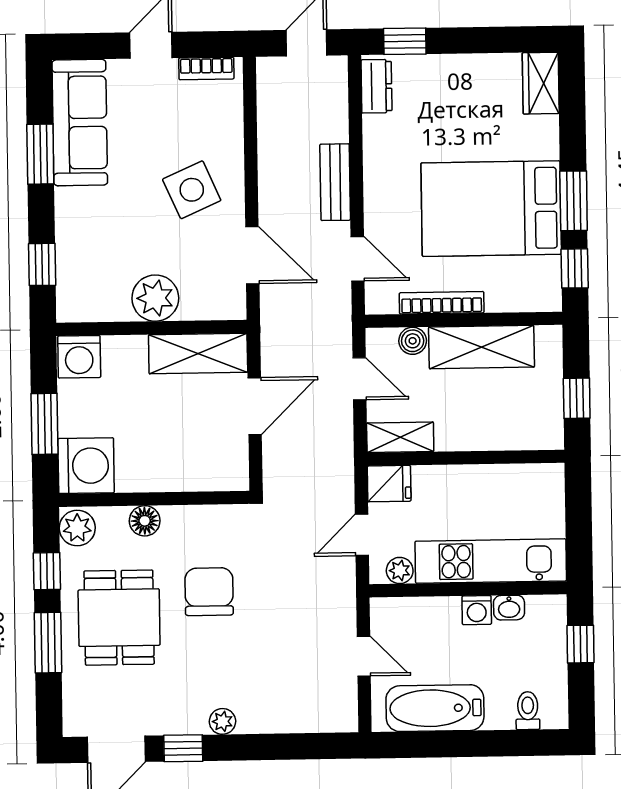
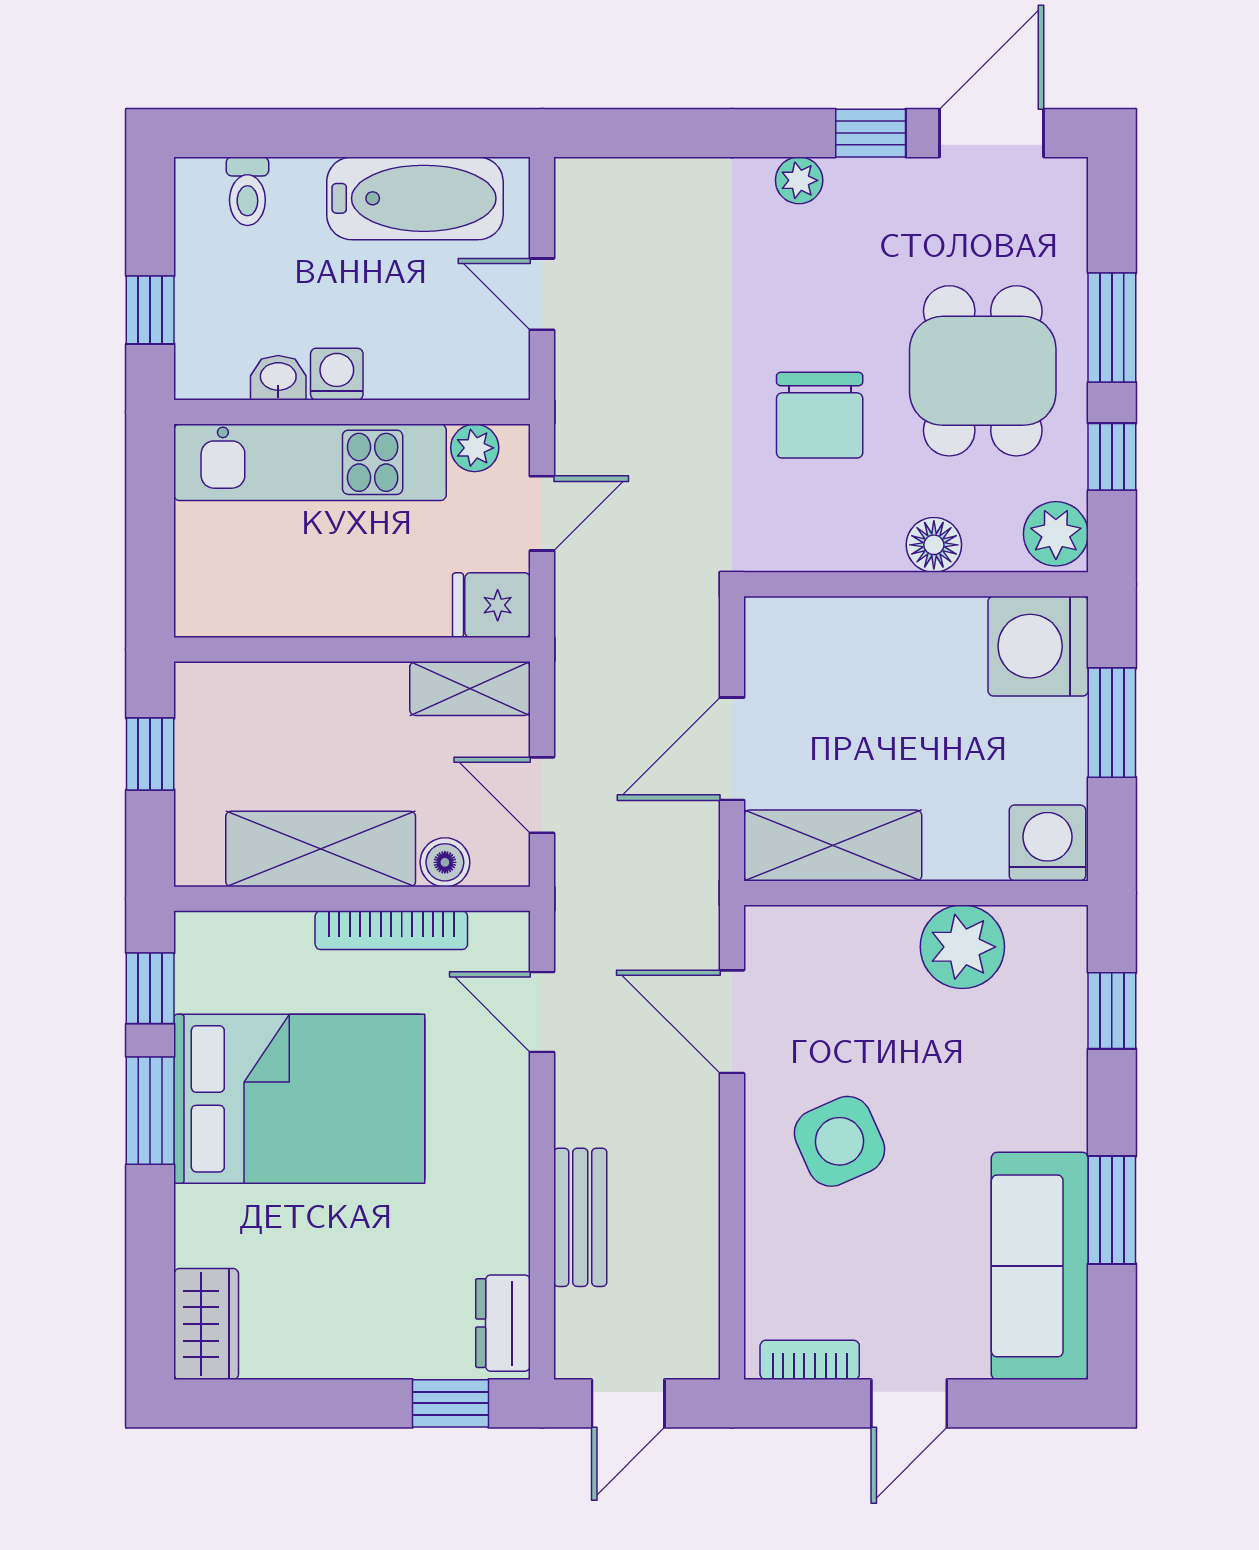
bench: (335, 182) -> (580, 1217), moved
plant: (155, 298) -> (962, 947), moved

